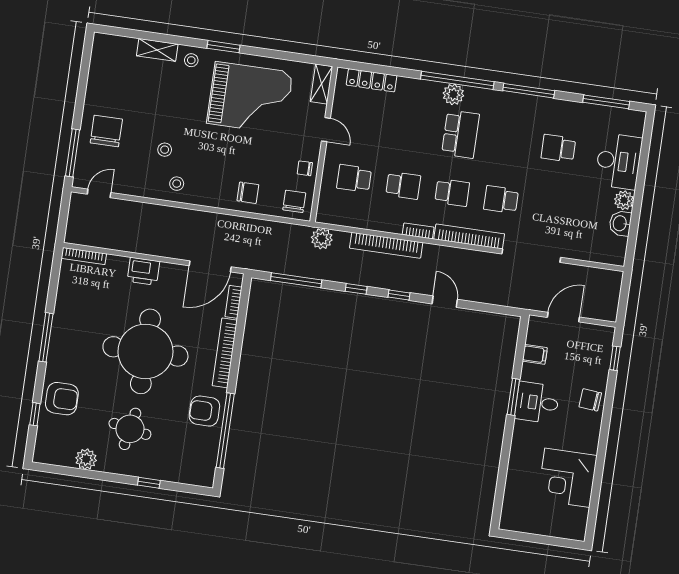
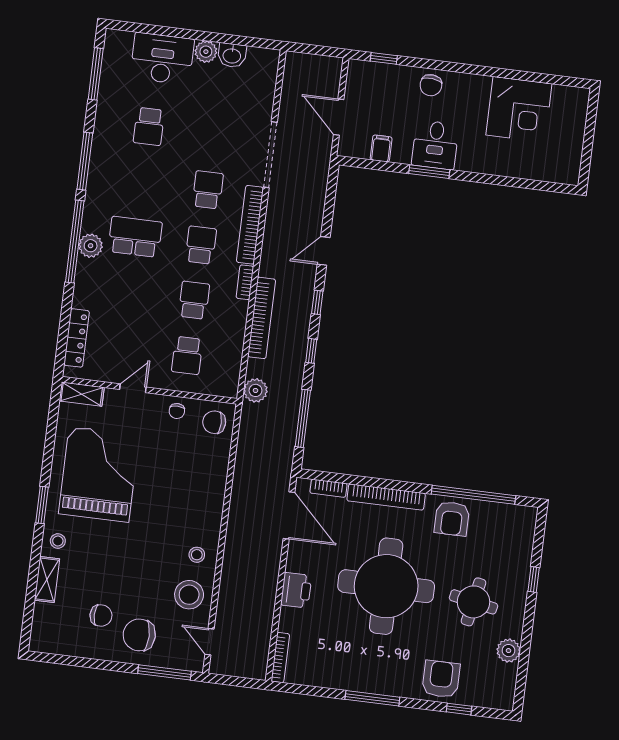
stool: (165, 150) -> (189, 595), moved, width x1.89, depth x1.89
chair: (248, 193) -> (101, 615), moved, turned 90
school desk: (501, 200) -> (208, 190), turned 180

